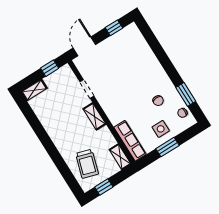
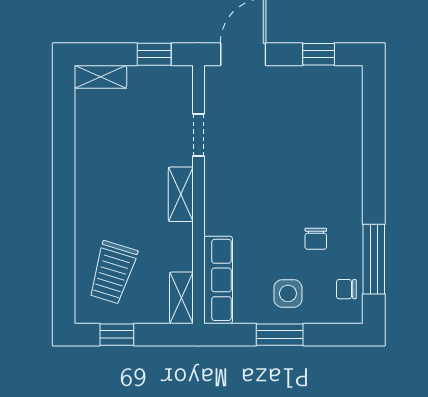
window: (186, 94) -> (374, 259), width x1.44

